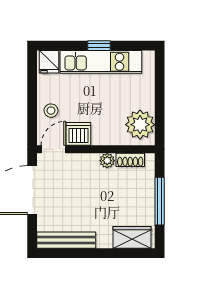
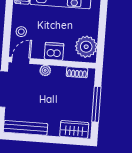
dishwasher: (78, 134) -> (54, 51), moved
plant: (107, 161) -> (45, 70), moved

